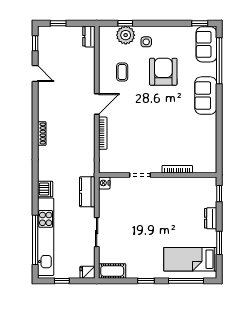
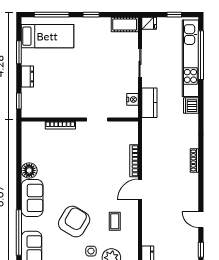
armchair: (163, 72) -> (74, 222), turned -149
floor lamp: (209, 123) -> (29, 170), added
nightstand: (104, 183) -> (133, 99), moved

